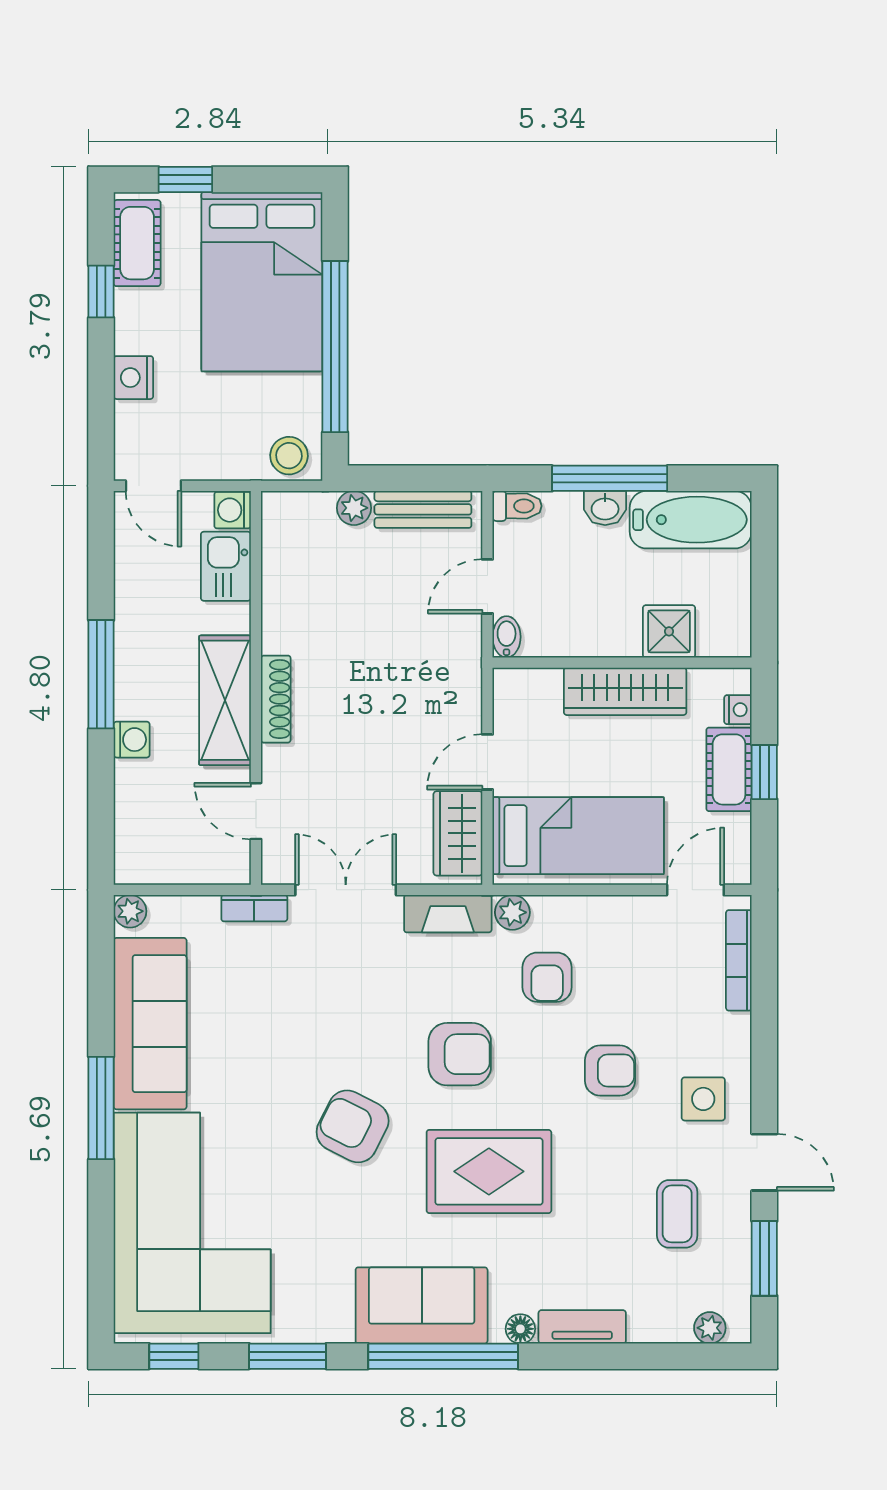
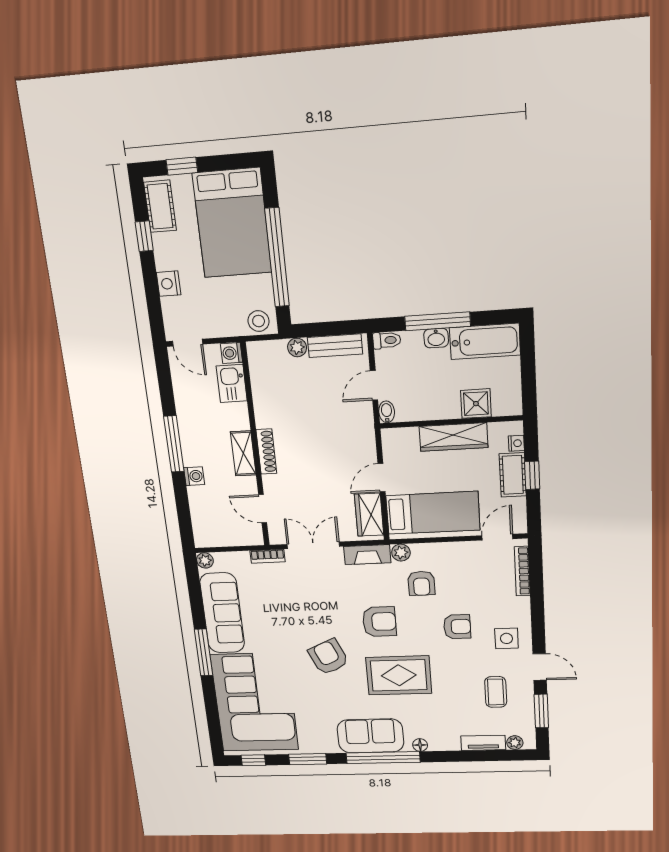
shelving: (225, 700) -> (243, 453), width x0.67, depth x0.75
armchair: (353, 1126) -> (328, 657), turned 39
tv unit: (582, 1327) -> (483, 743), moved

